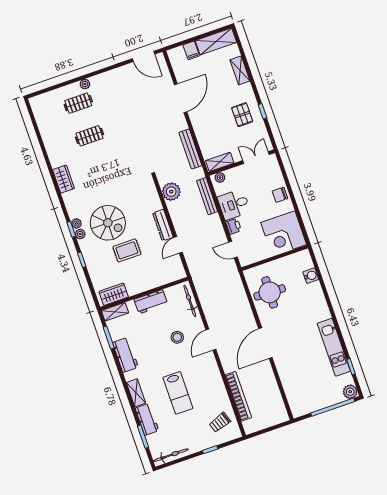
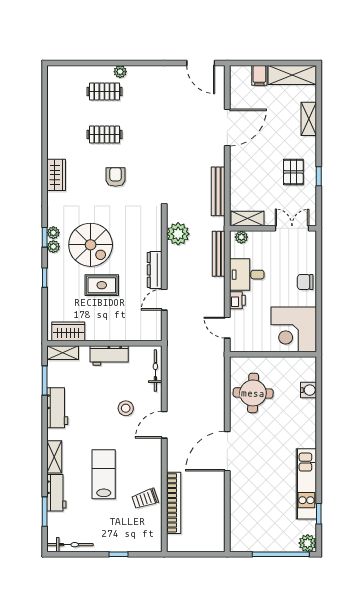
armchair: (109, 165) -> (115, 177), added
lab bench: (178, 393) -> (104, 474), turned 180
trolley: (220, 422) -> (145, 499), moved

